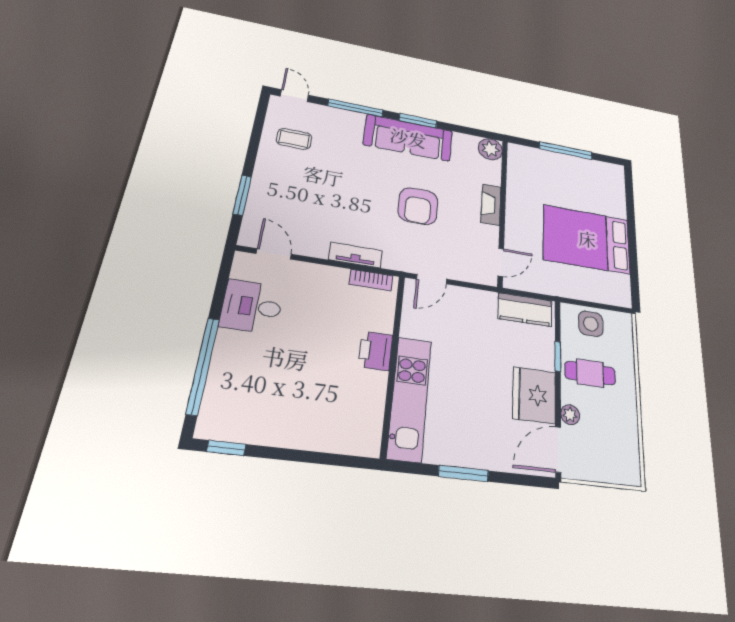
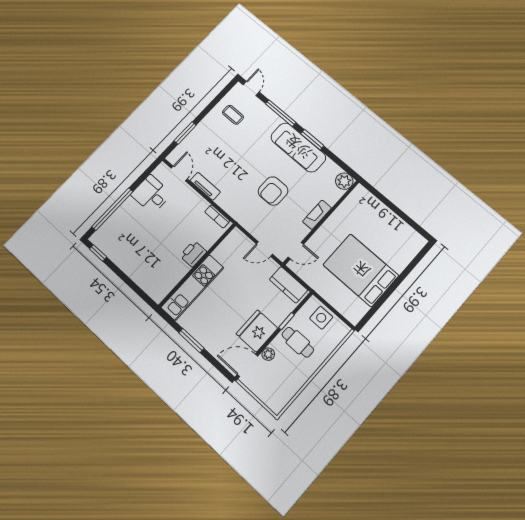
window: (566, 151) -> (395, 209), removed
tv unit: (356, 255) -> (205, 186), moved
door: (432, 279) -> (264, 249), moved

